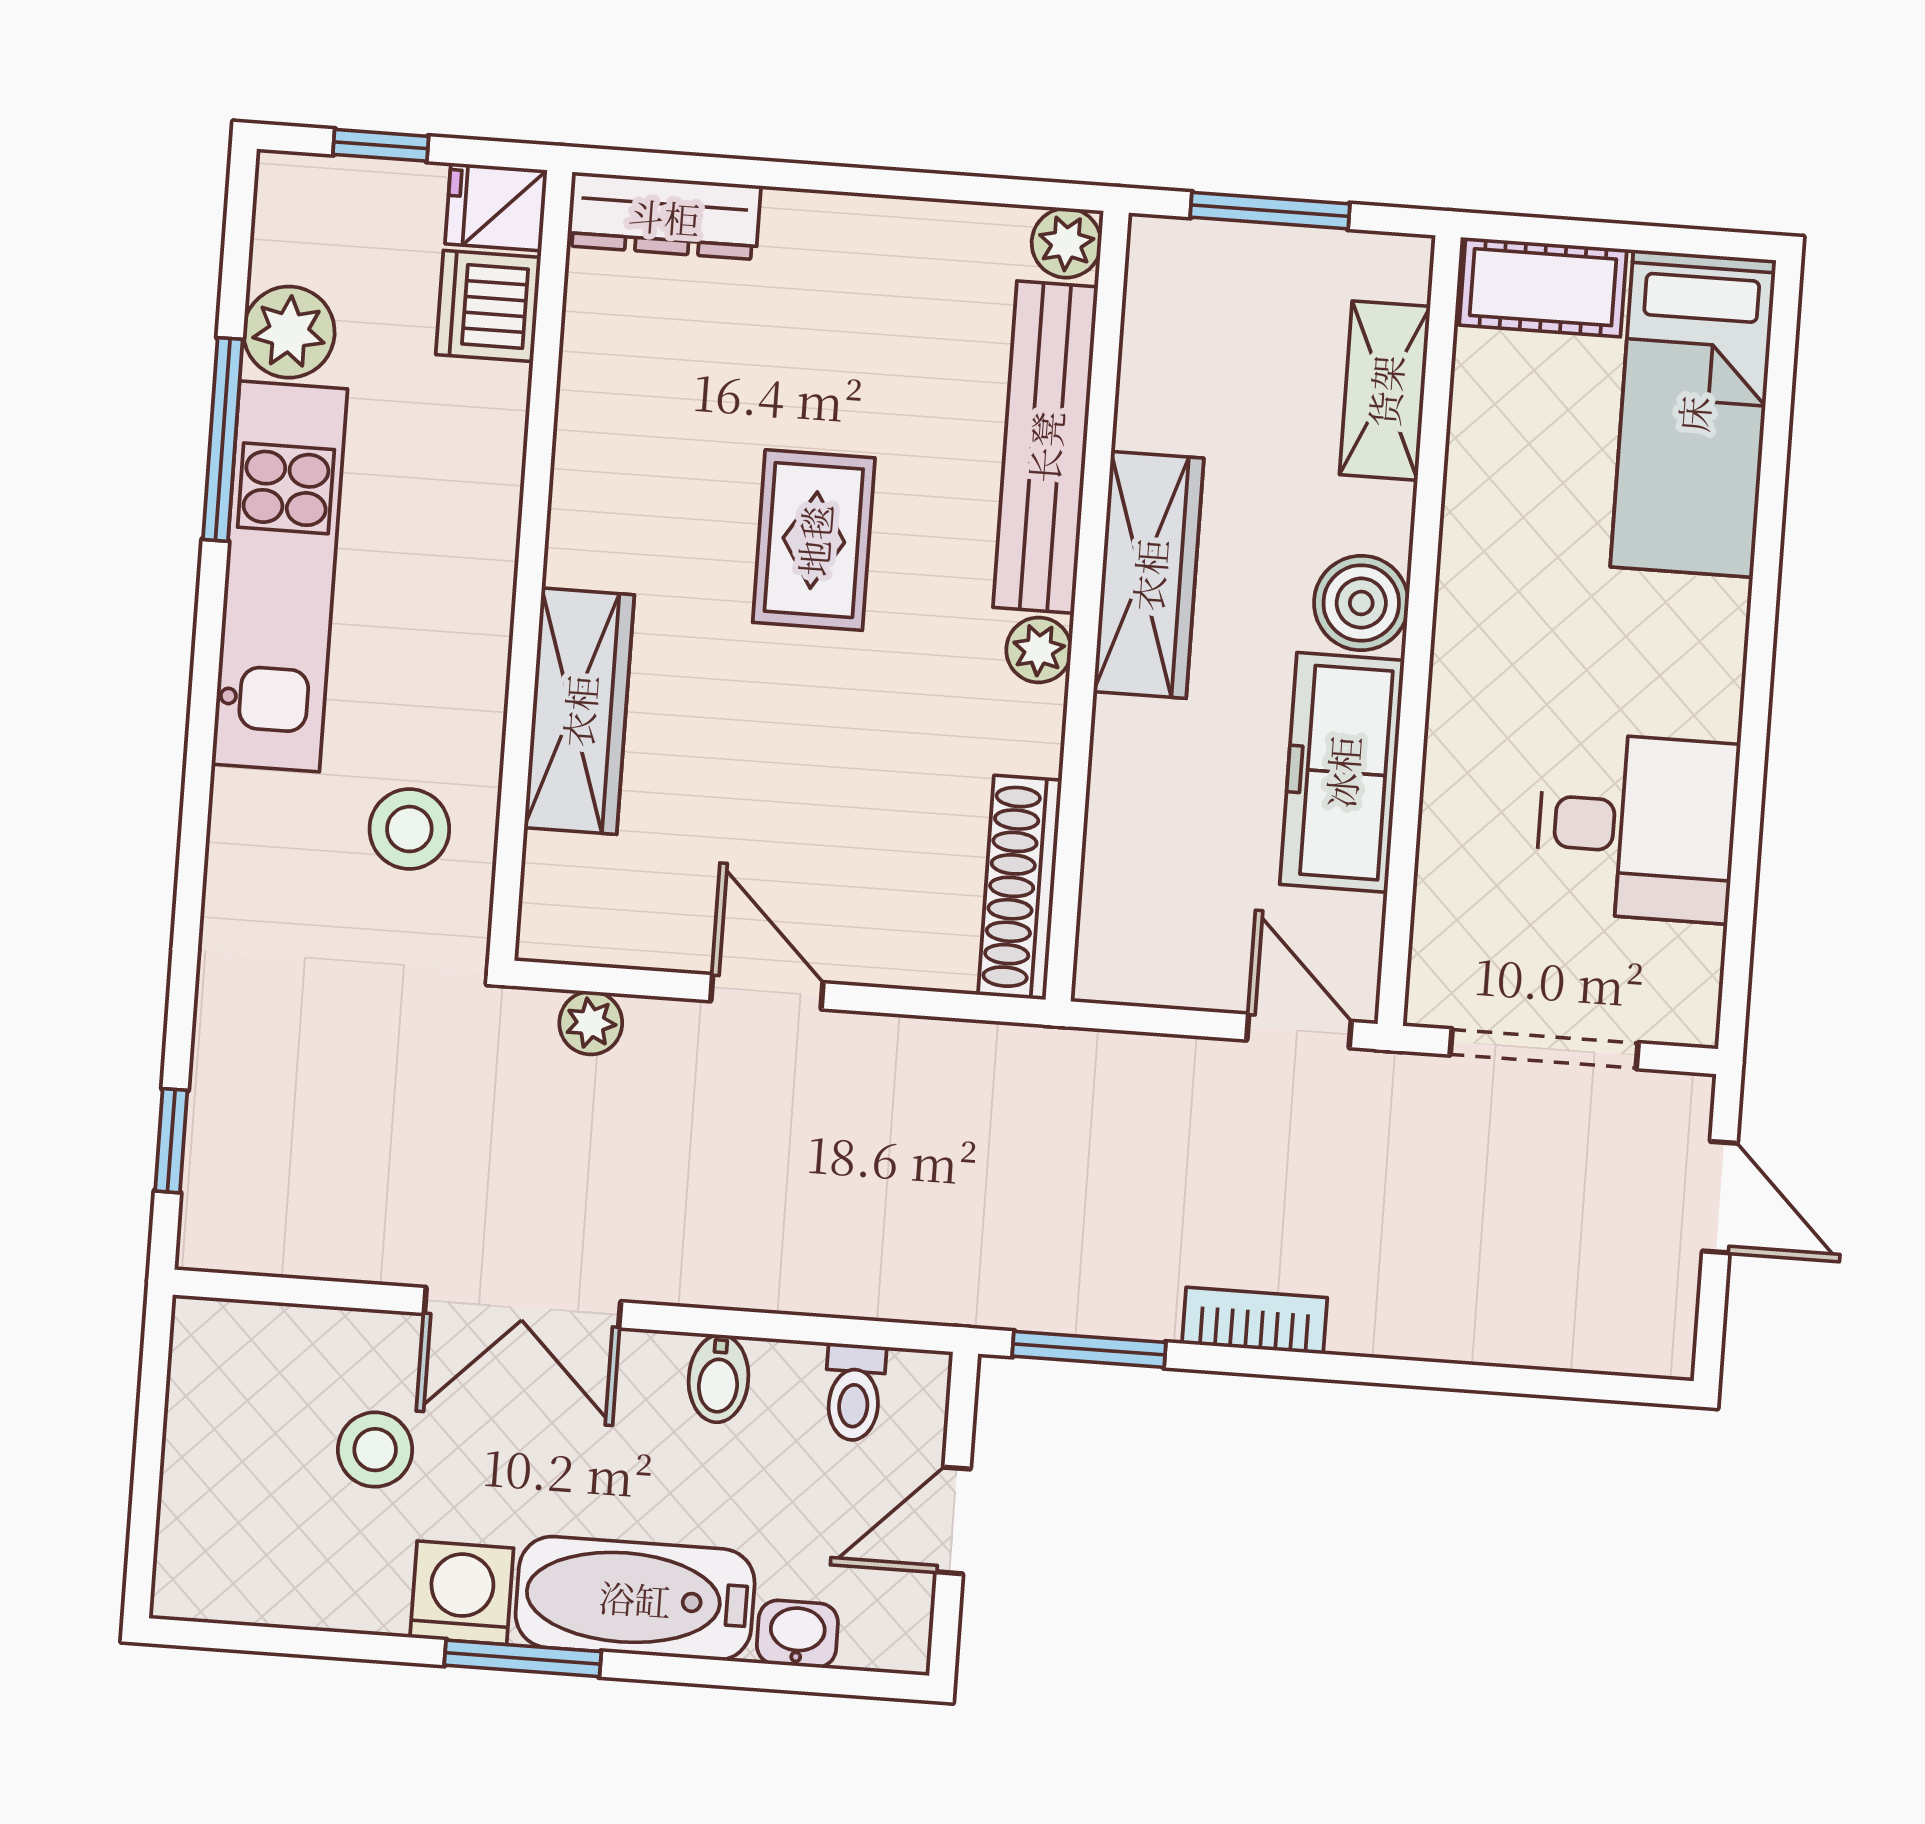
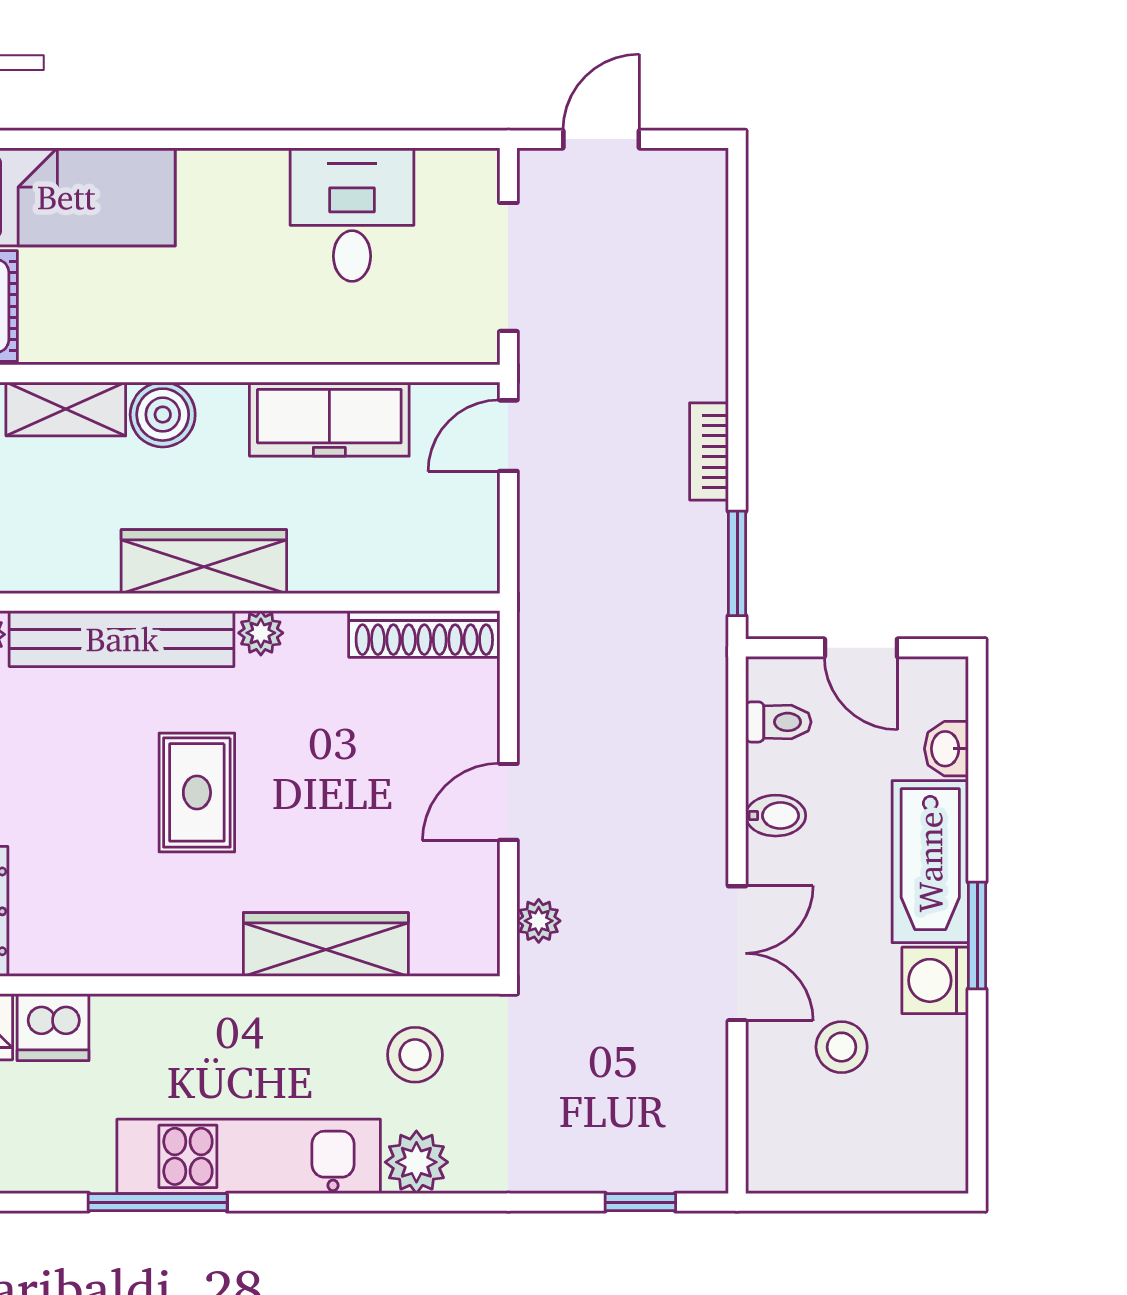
plant: (289, 332) -> (416, 1162), moved
rug: (814, 540) -> (197, 792), turned 90
boiler: (1361, 603) -> (163, 415), moved

